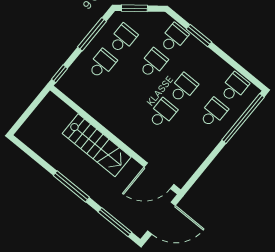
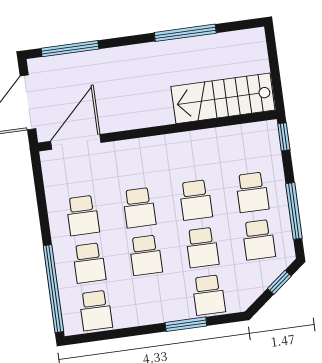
window: (134, 8) -> (279, 282), width x0.67
school desk: (132, 89) -> (196, 200), added
school desk: (193, 138) -> (83, 215), added
stairs: (97, 145) -> (223, 98), moved
window: (71, 186) -> (185, 33), moved

